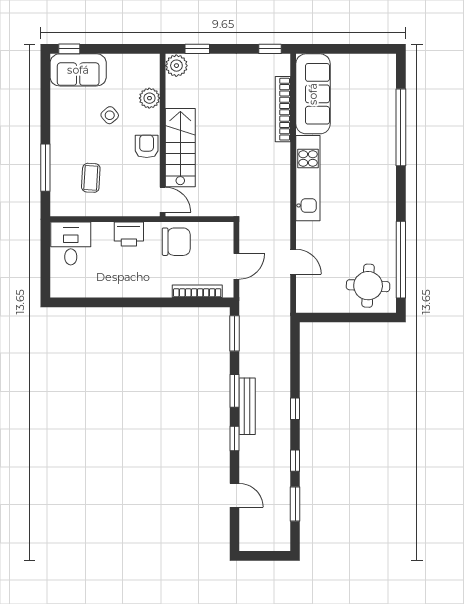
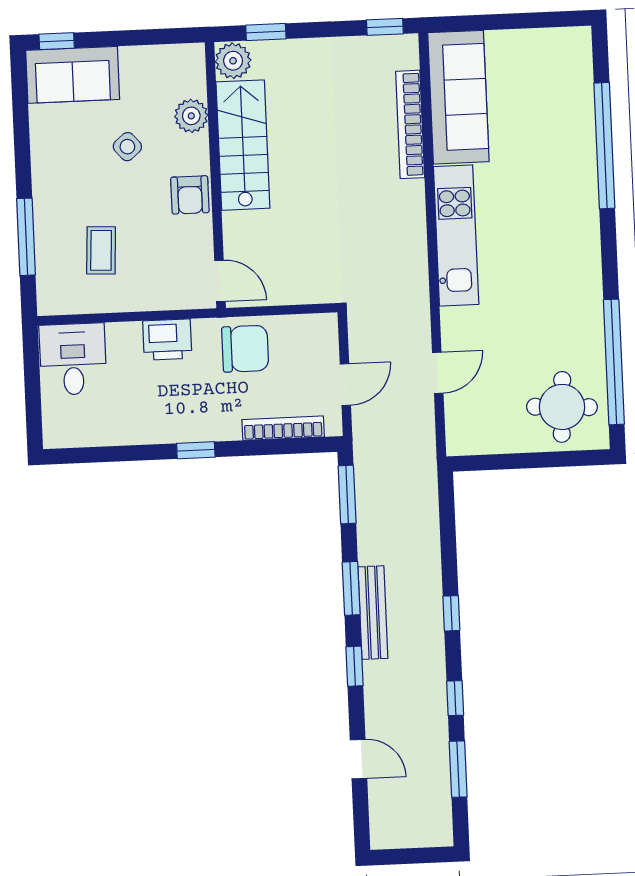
armchair: (147, 146) -> (190, 195), turned 180
stairs: (180, 148) -> (243, 145), moved
door: (293, 262) -> (438, 373), hinge flipped
window: (143, 302) -> (196, 450), added

